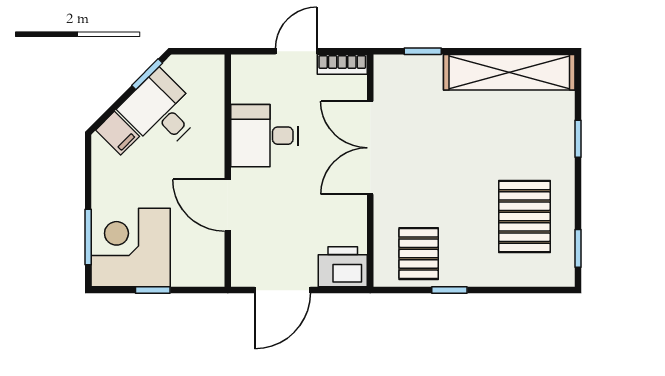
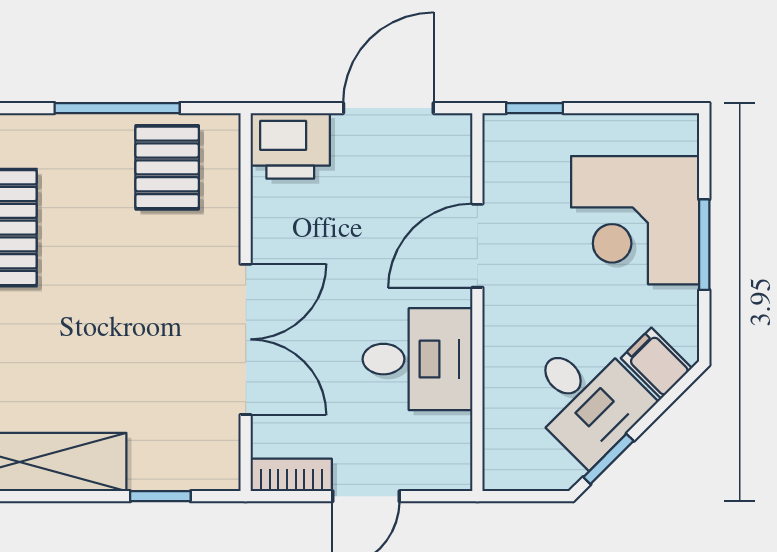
door: (228, 205) -> (477, 246), swing flipped
window: (88, 237) -> (704, 245), moved
corner desk: (131, 248) -> (635, 220), moved, turned 90
window: (153, 290) -> (535, 108), moved
window: (449, 290) -> (117, 108), width x2.17

